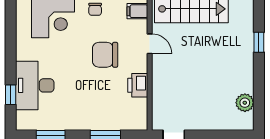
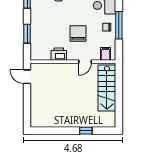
plant: (245, 103) -> (48, 122), removed

